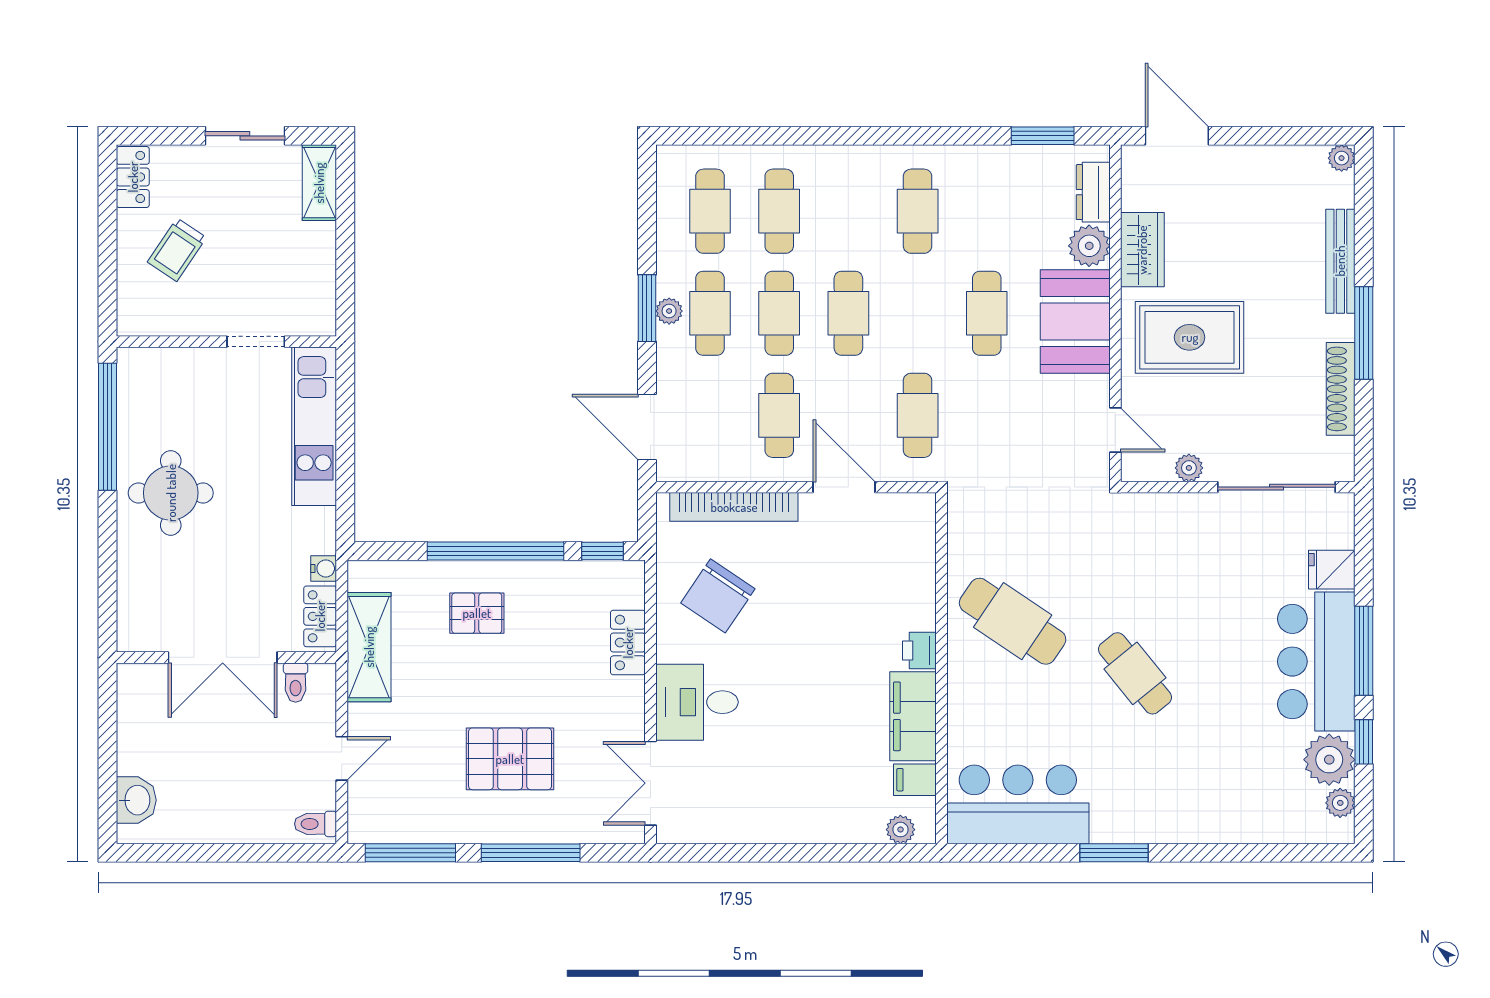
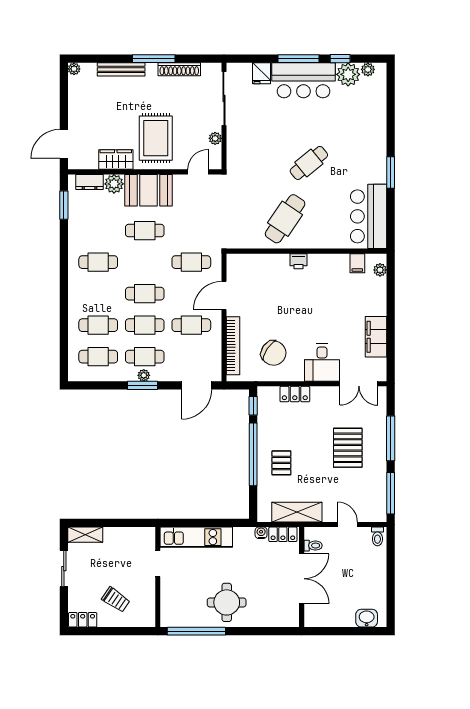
filing cabinet: (913, 716) -> (376, 337), moved, turned 90

